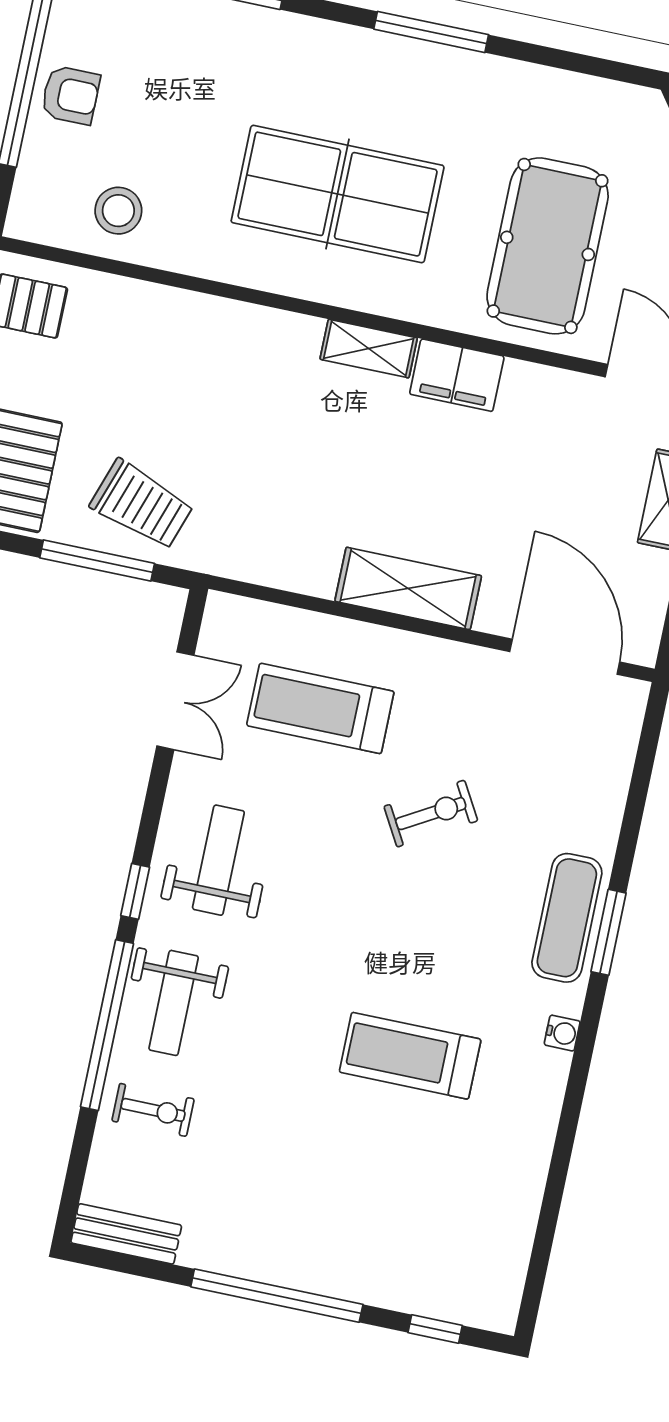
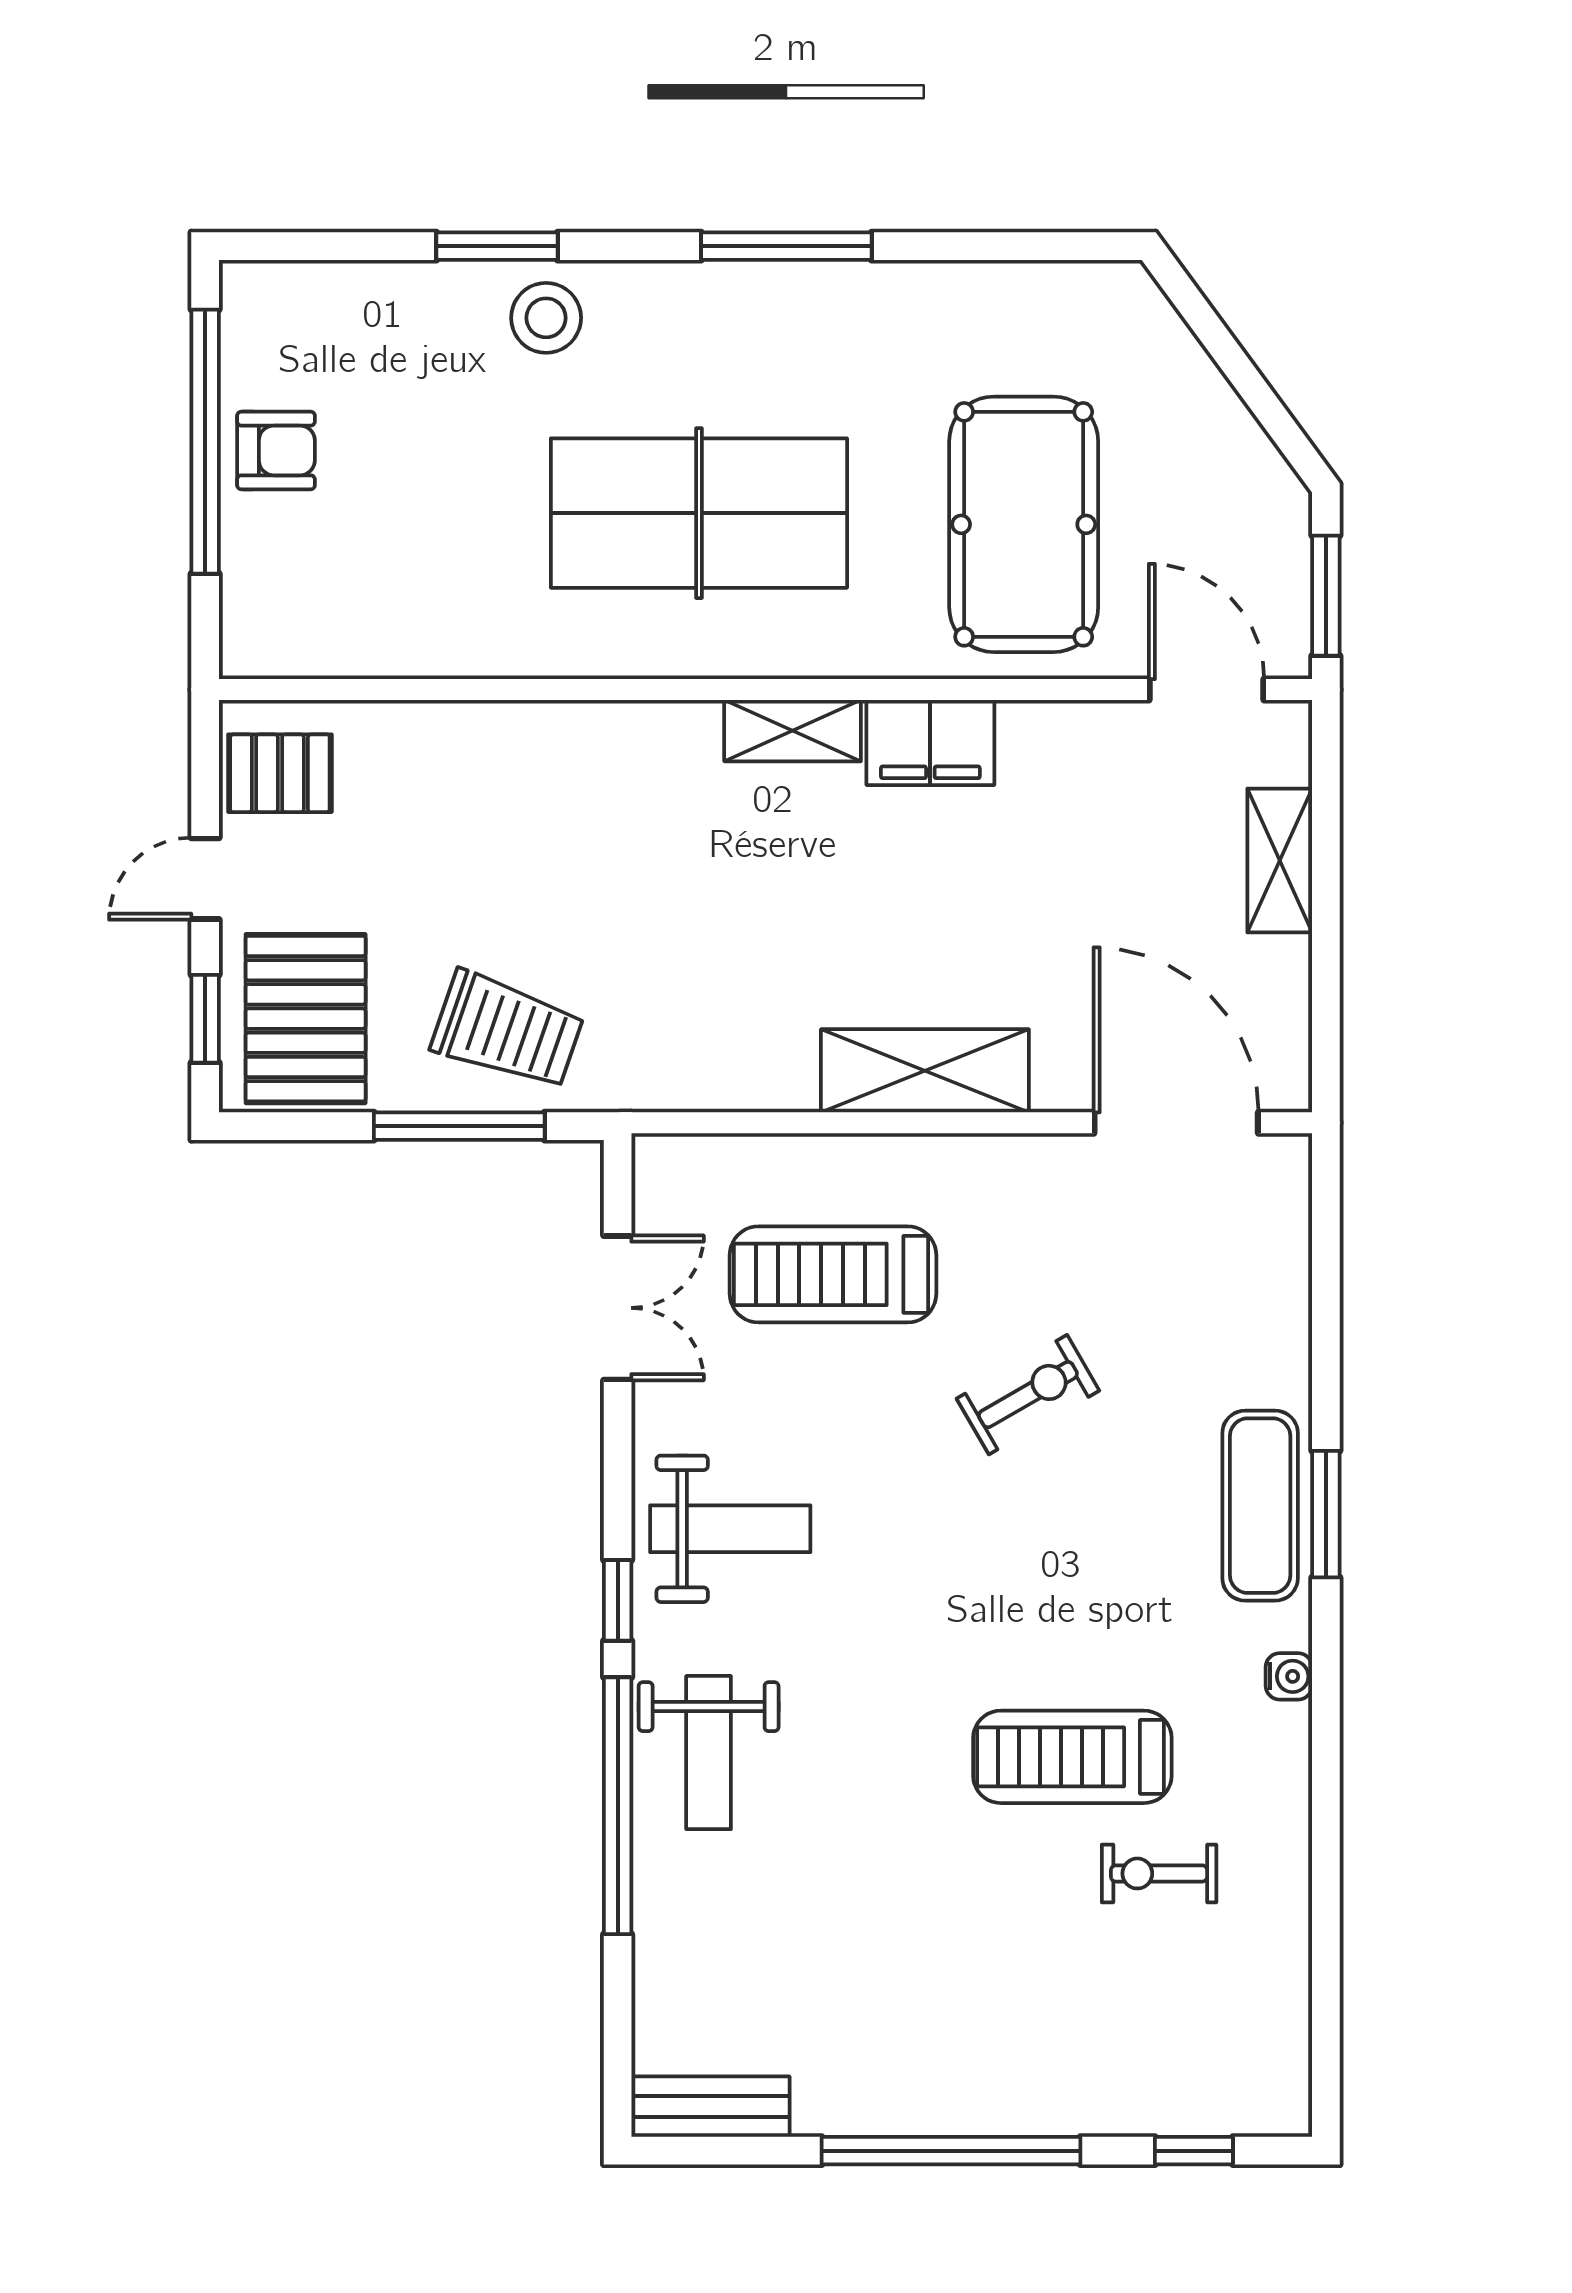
stool: (118, 211) -> (546, 318), moved
weight bench: (218, 860) -> (730, 1529), turned 90
exercise bike: (153, 1110) -> (1159, 1873), moved, turned 180

